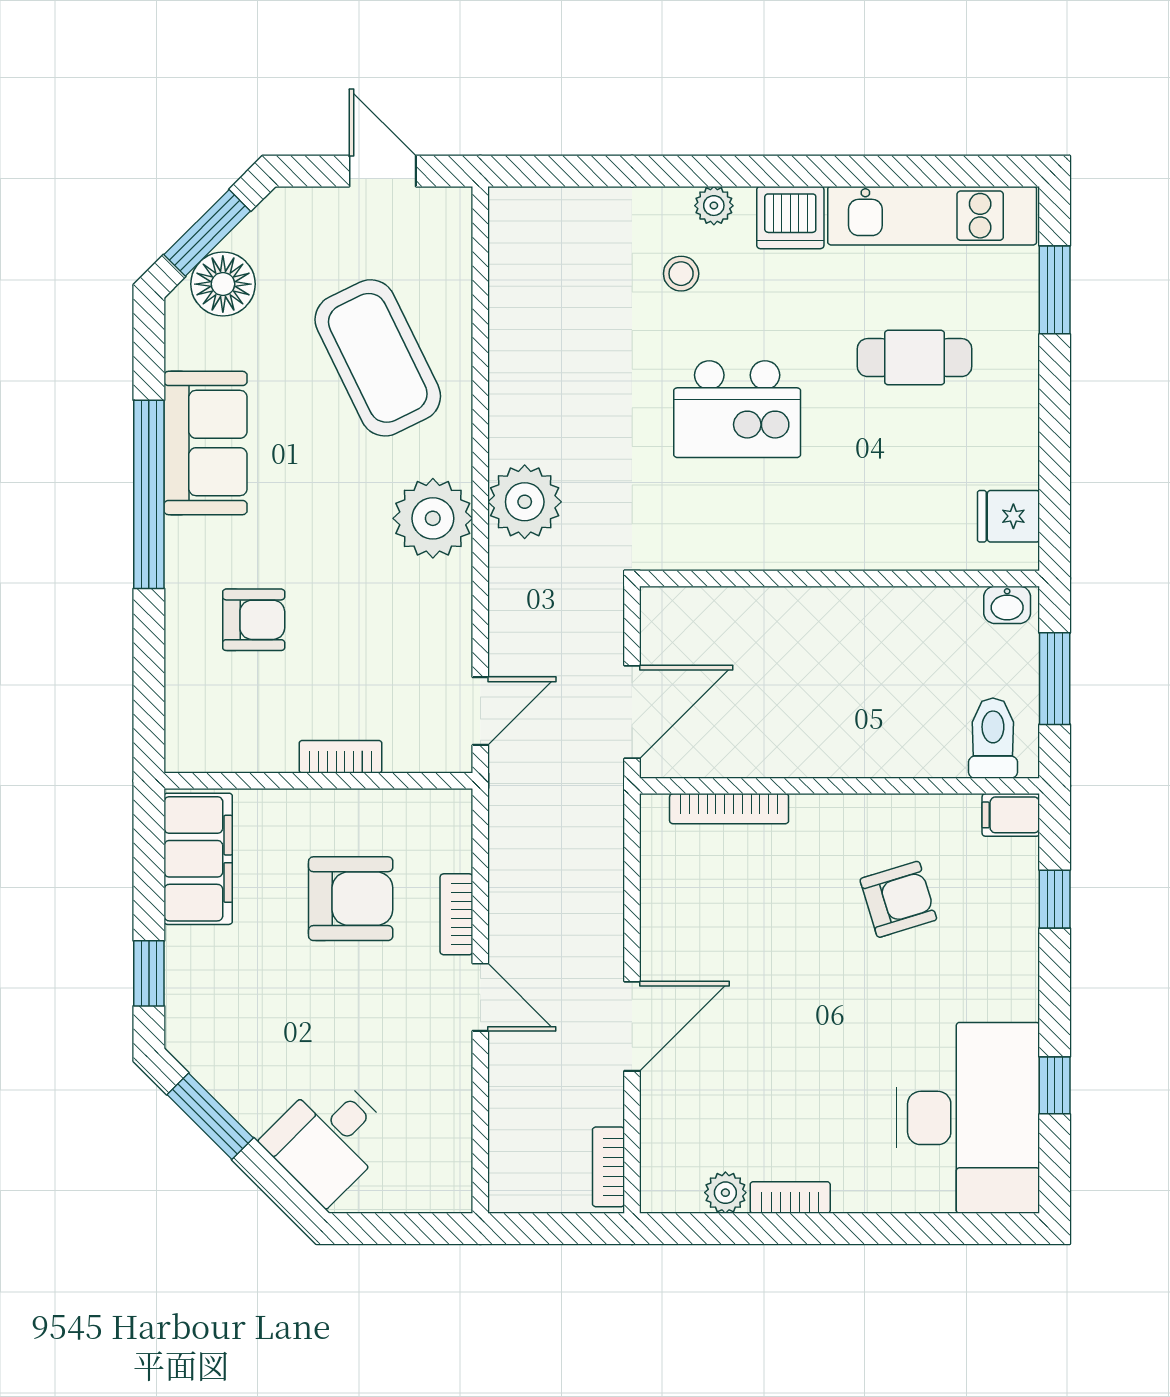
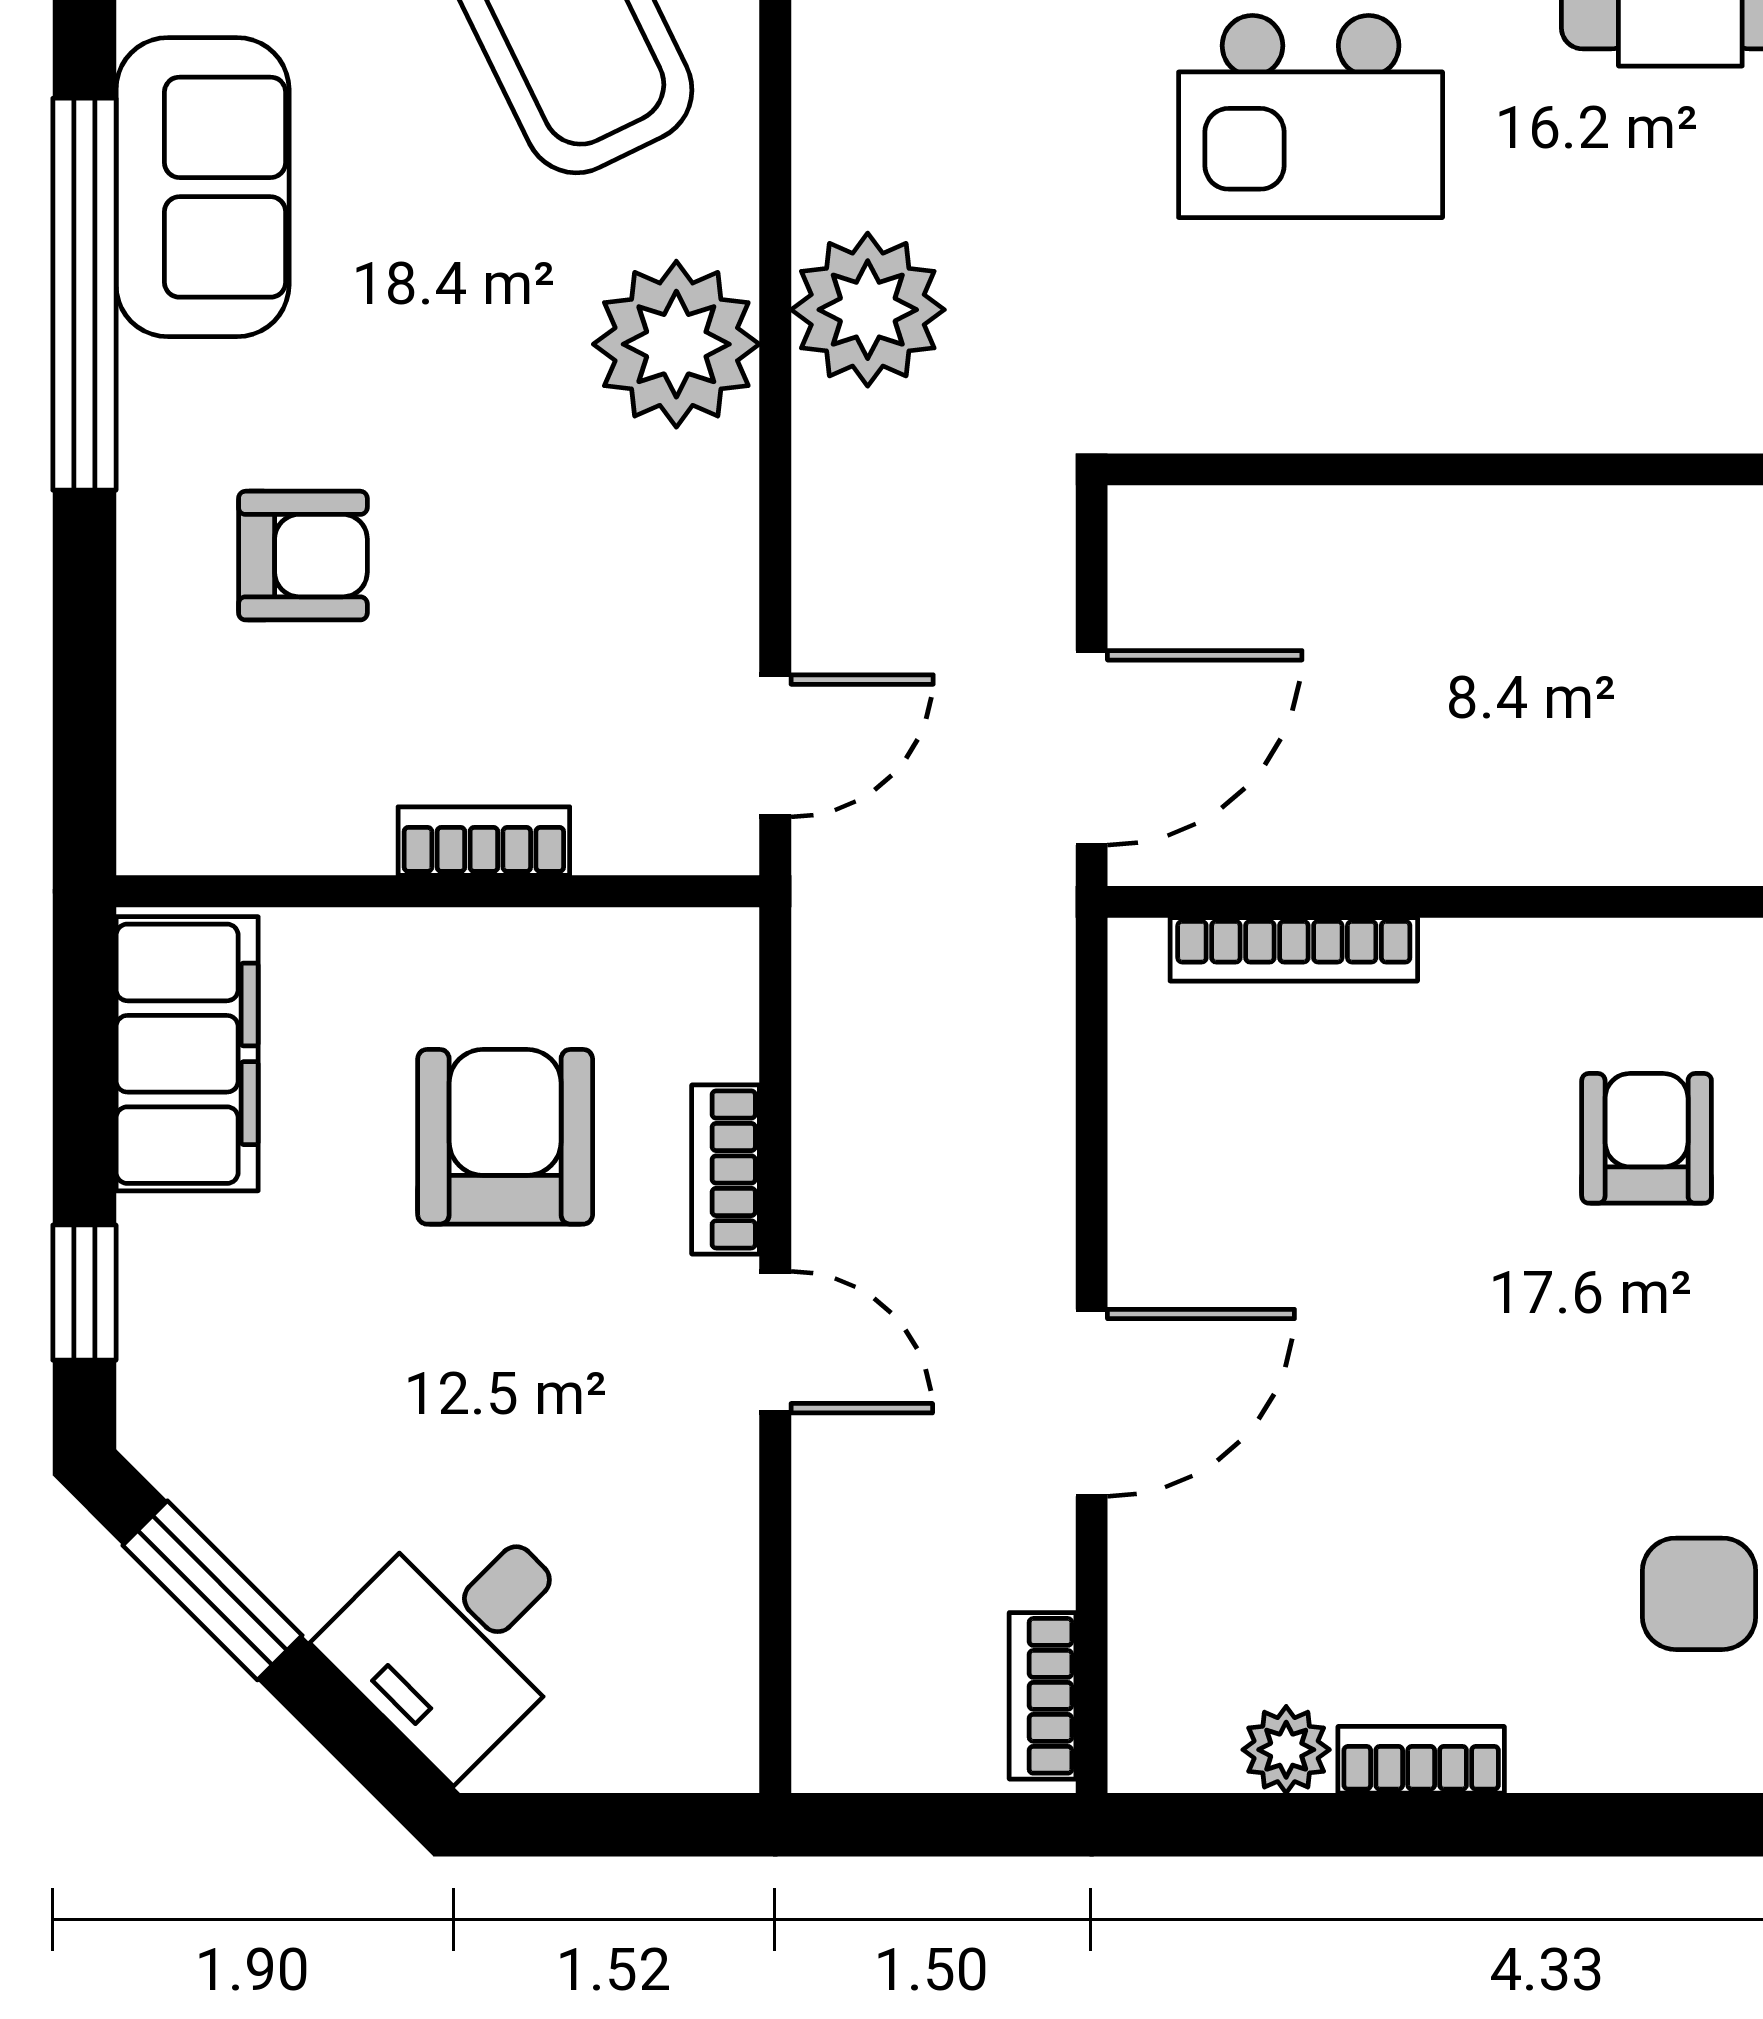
armchair: (351, 899) -> (505, 1137), turned -90
armchair: (898, 899) -> (1647, 1138), turned -73

